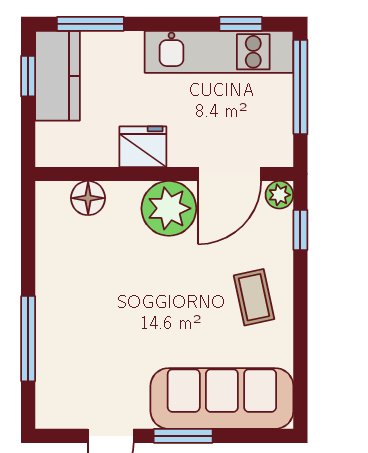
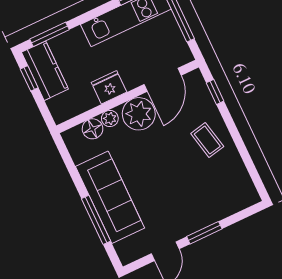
plant: (279, 195) -> (110, 119), moved
sofa: (222, 398) -> (110, 197), moved, turned 90

